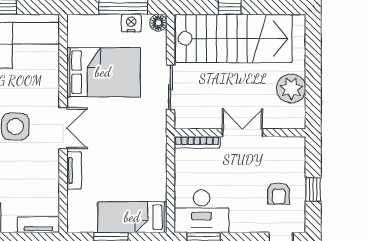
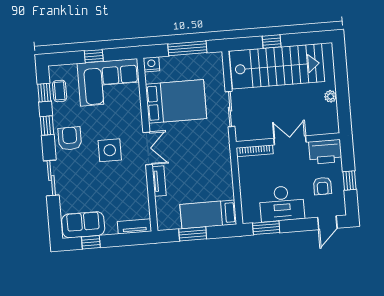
nightstand: (131, 23) -> (151, 64), moved
floor lamp: (158, 23) -> (216, 59), removed
plant: (291, 89) -> (331, 96), width x0.53, depth x0.53
printer: (286, 151) -> (325, 152), added
desk: (202, 211) -> (282, 204), moved

